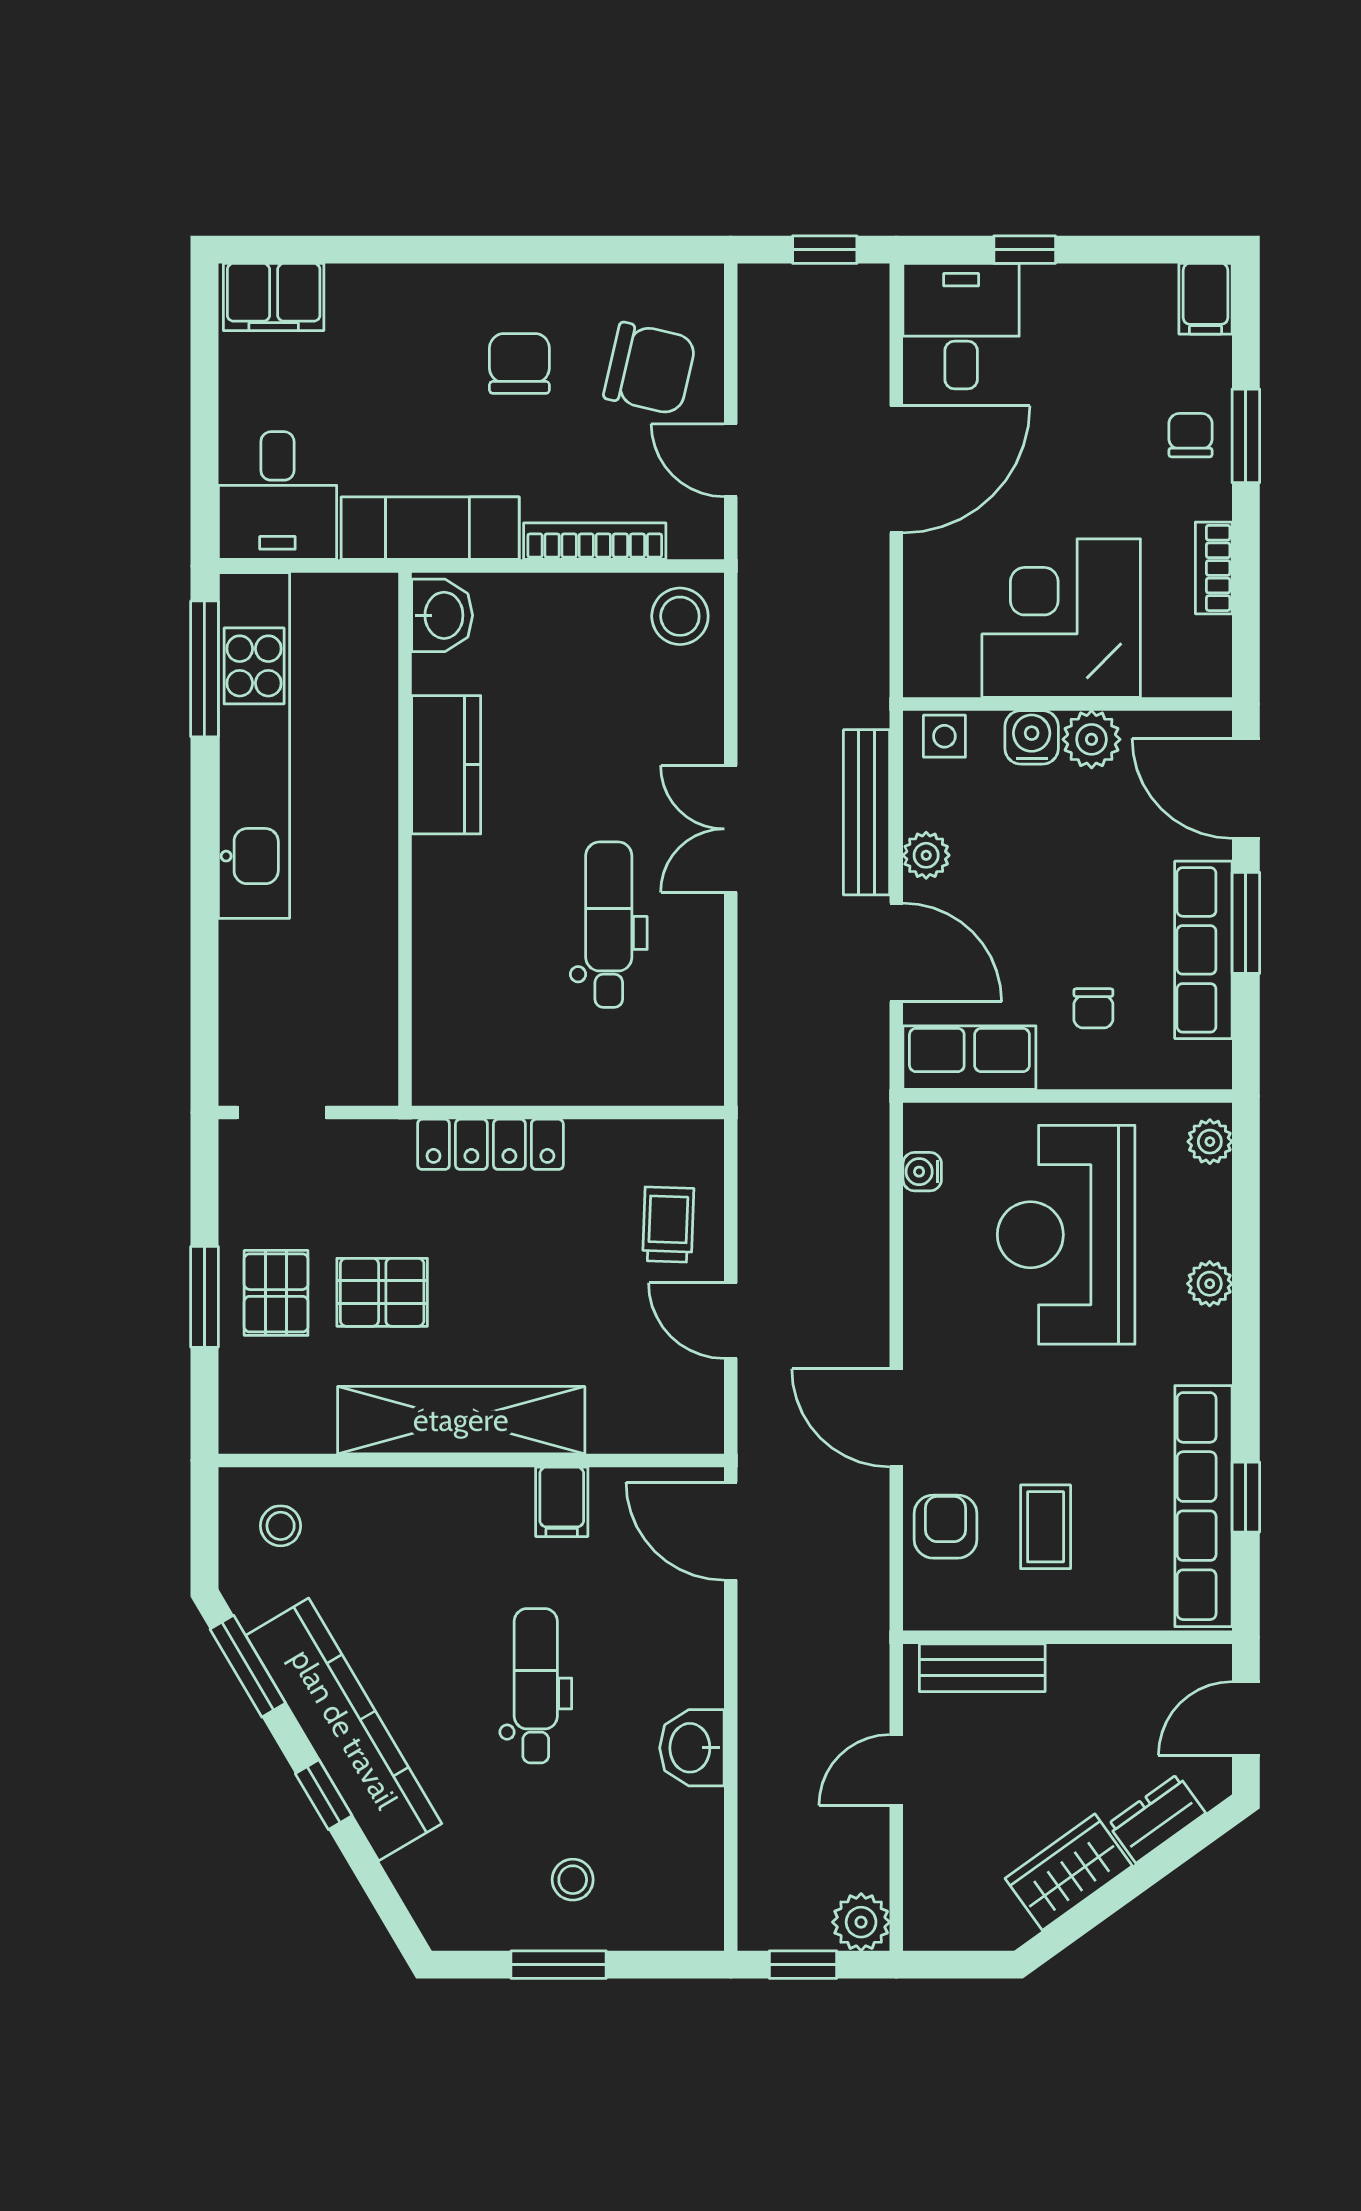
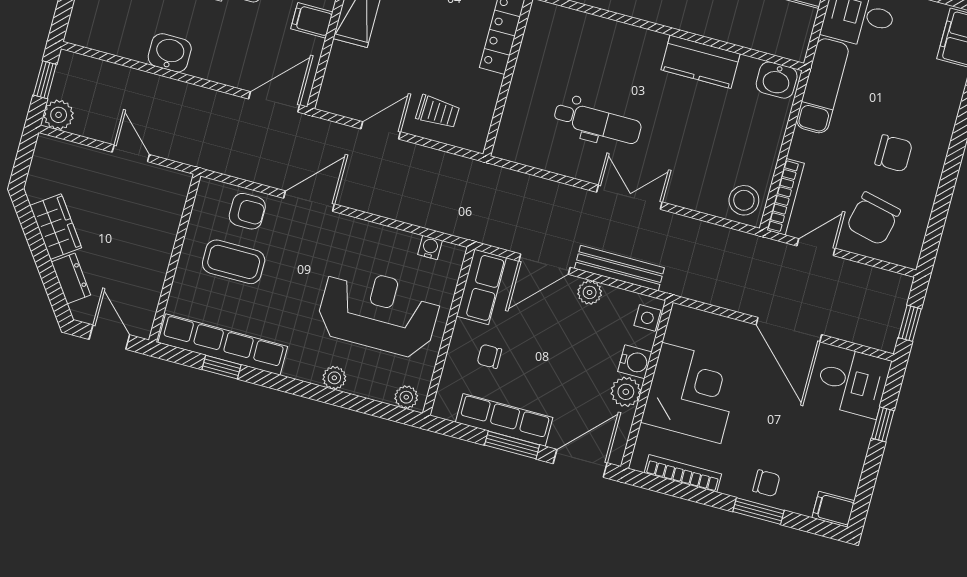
bookcase: (595, 541) -> (786, 197), moved
bookcase: (1214, 568) -> (683, 473), width x1.56
coffee table: (1046, 1527) -> (234, 262), width x1.36, depth x1.30
bench: (982, 1668) -> (171, 211), removed

